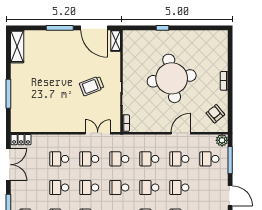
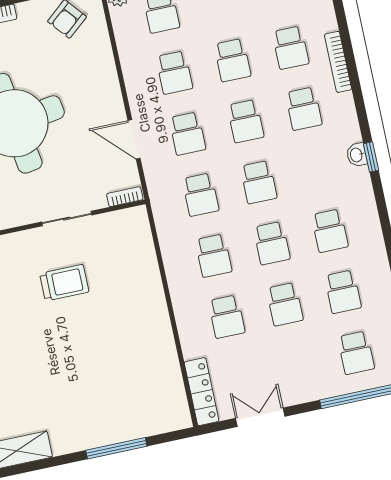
trolley: (92, 86) -> (64, 283), turned -69
double door: (98, 133) -> (158, 250), removed
door: (181, 133) -> (134, 139), moved
locker: (21, 140) -> (202, 392), width x1.53
double door: (8, 165) -> (260, 417), width x0.73

